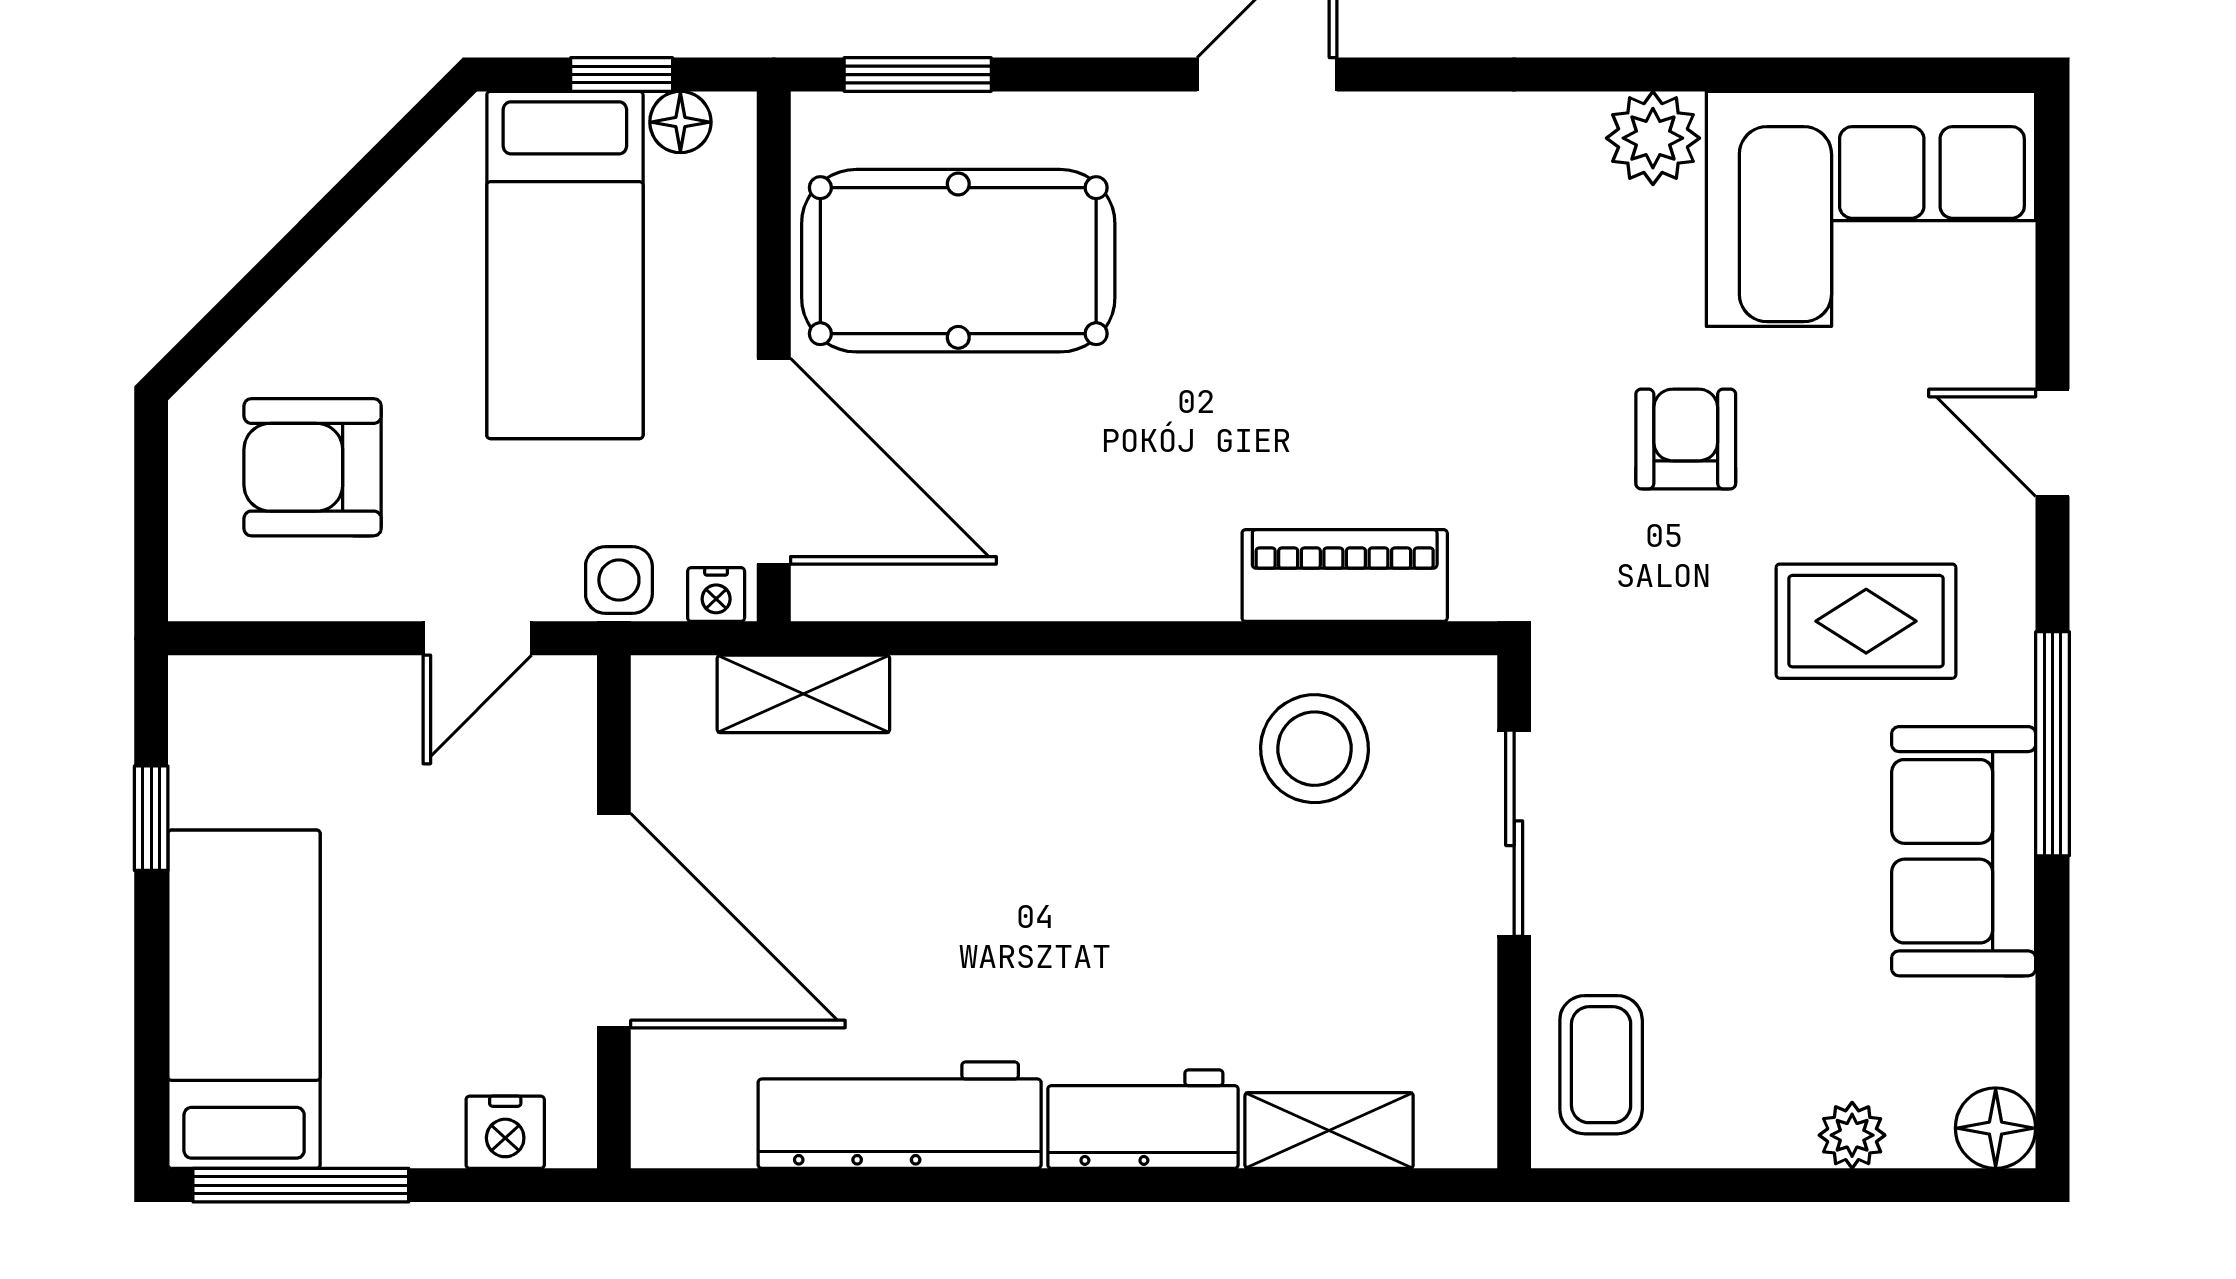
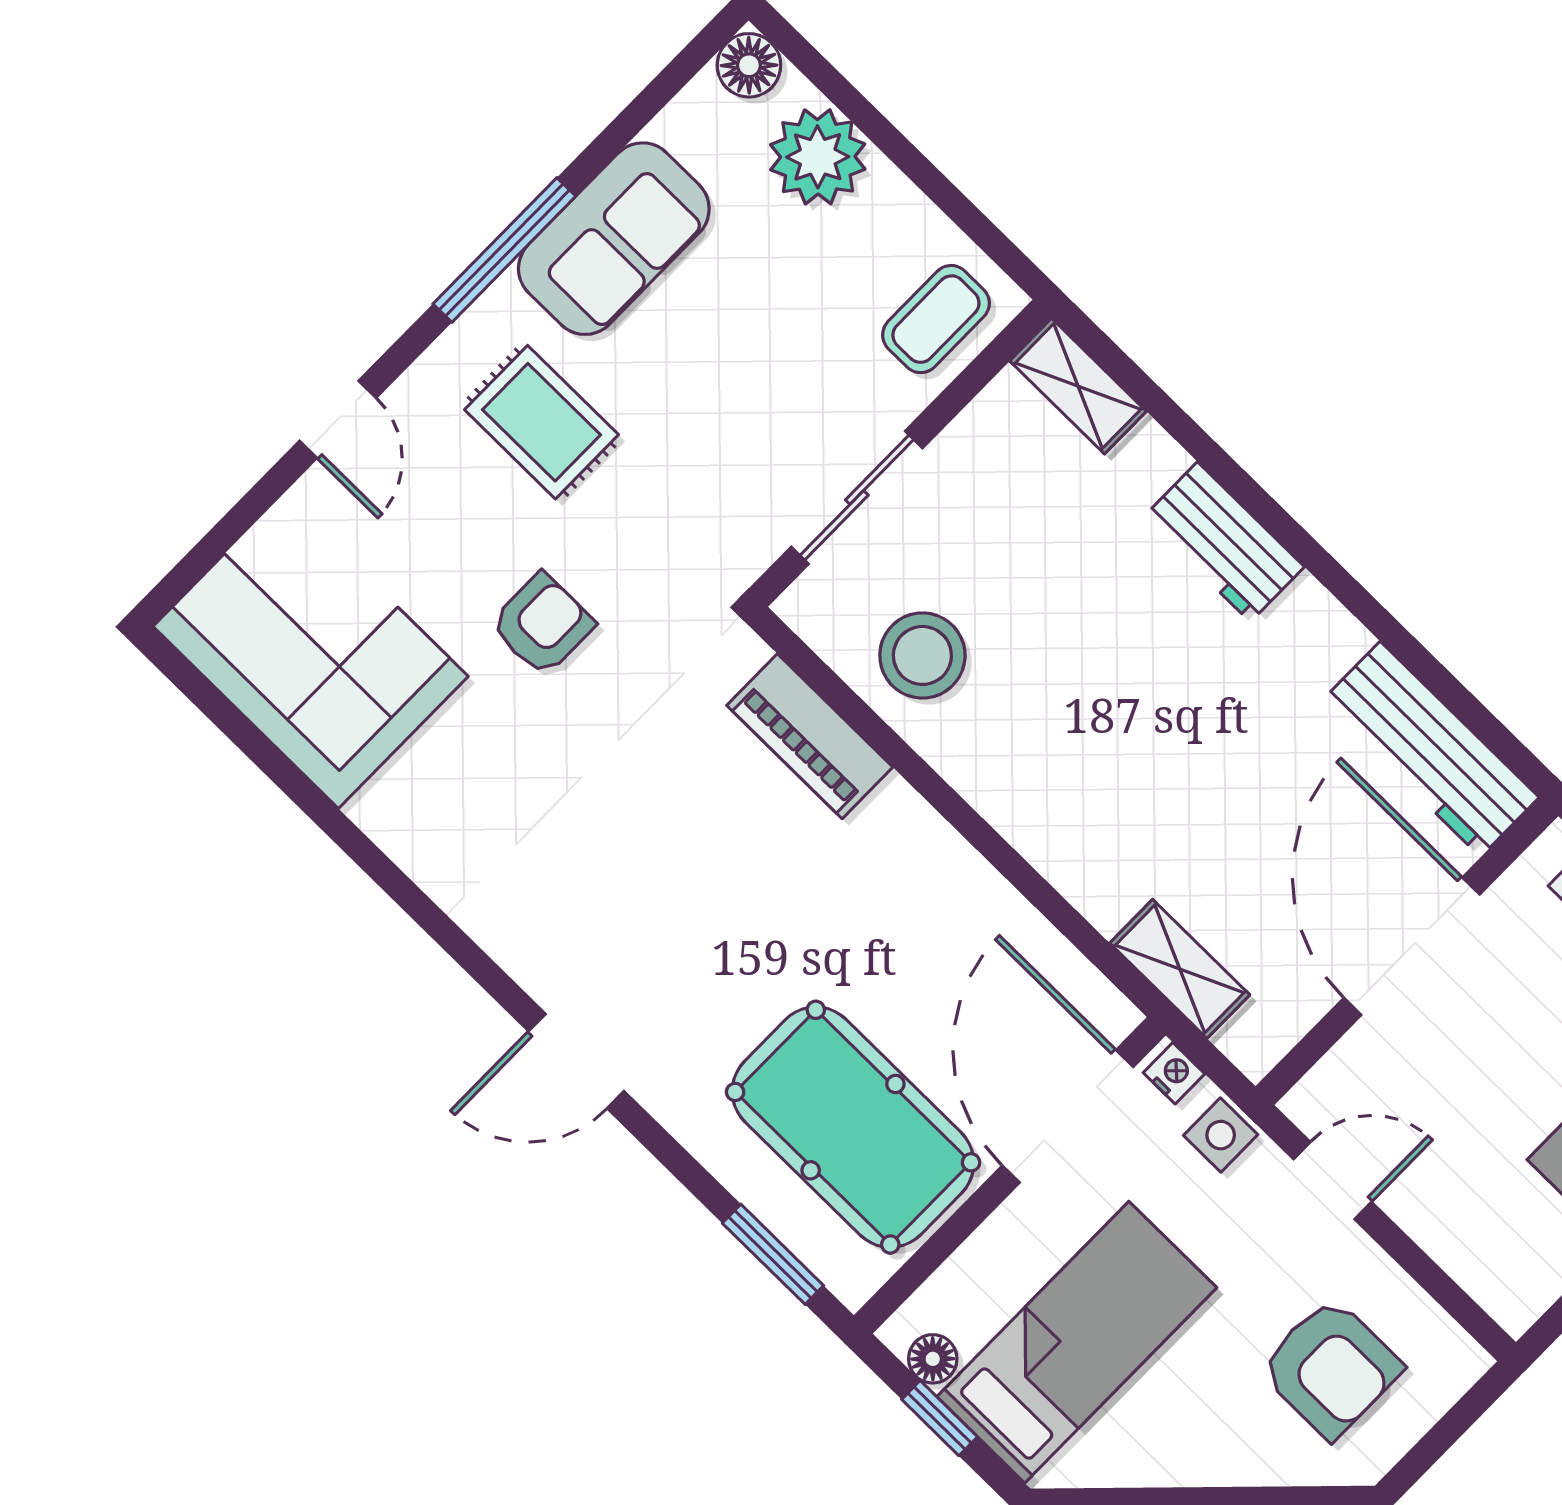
plant: (1653, 138) -> (394, 812), removed
armchair: (1686, 439) -> (542, 624), turned 180
workbench: (900, 1115) -> (1430, 749), moved
shelving: (1329, 1130) -> (1078, 386), moved
plant: (1852, 1135) -> (818, 157), width x1.88, depth x1.88

